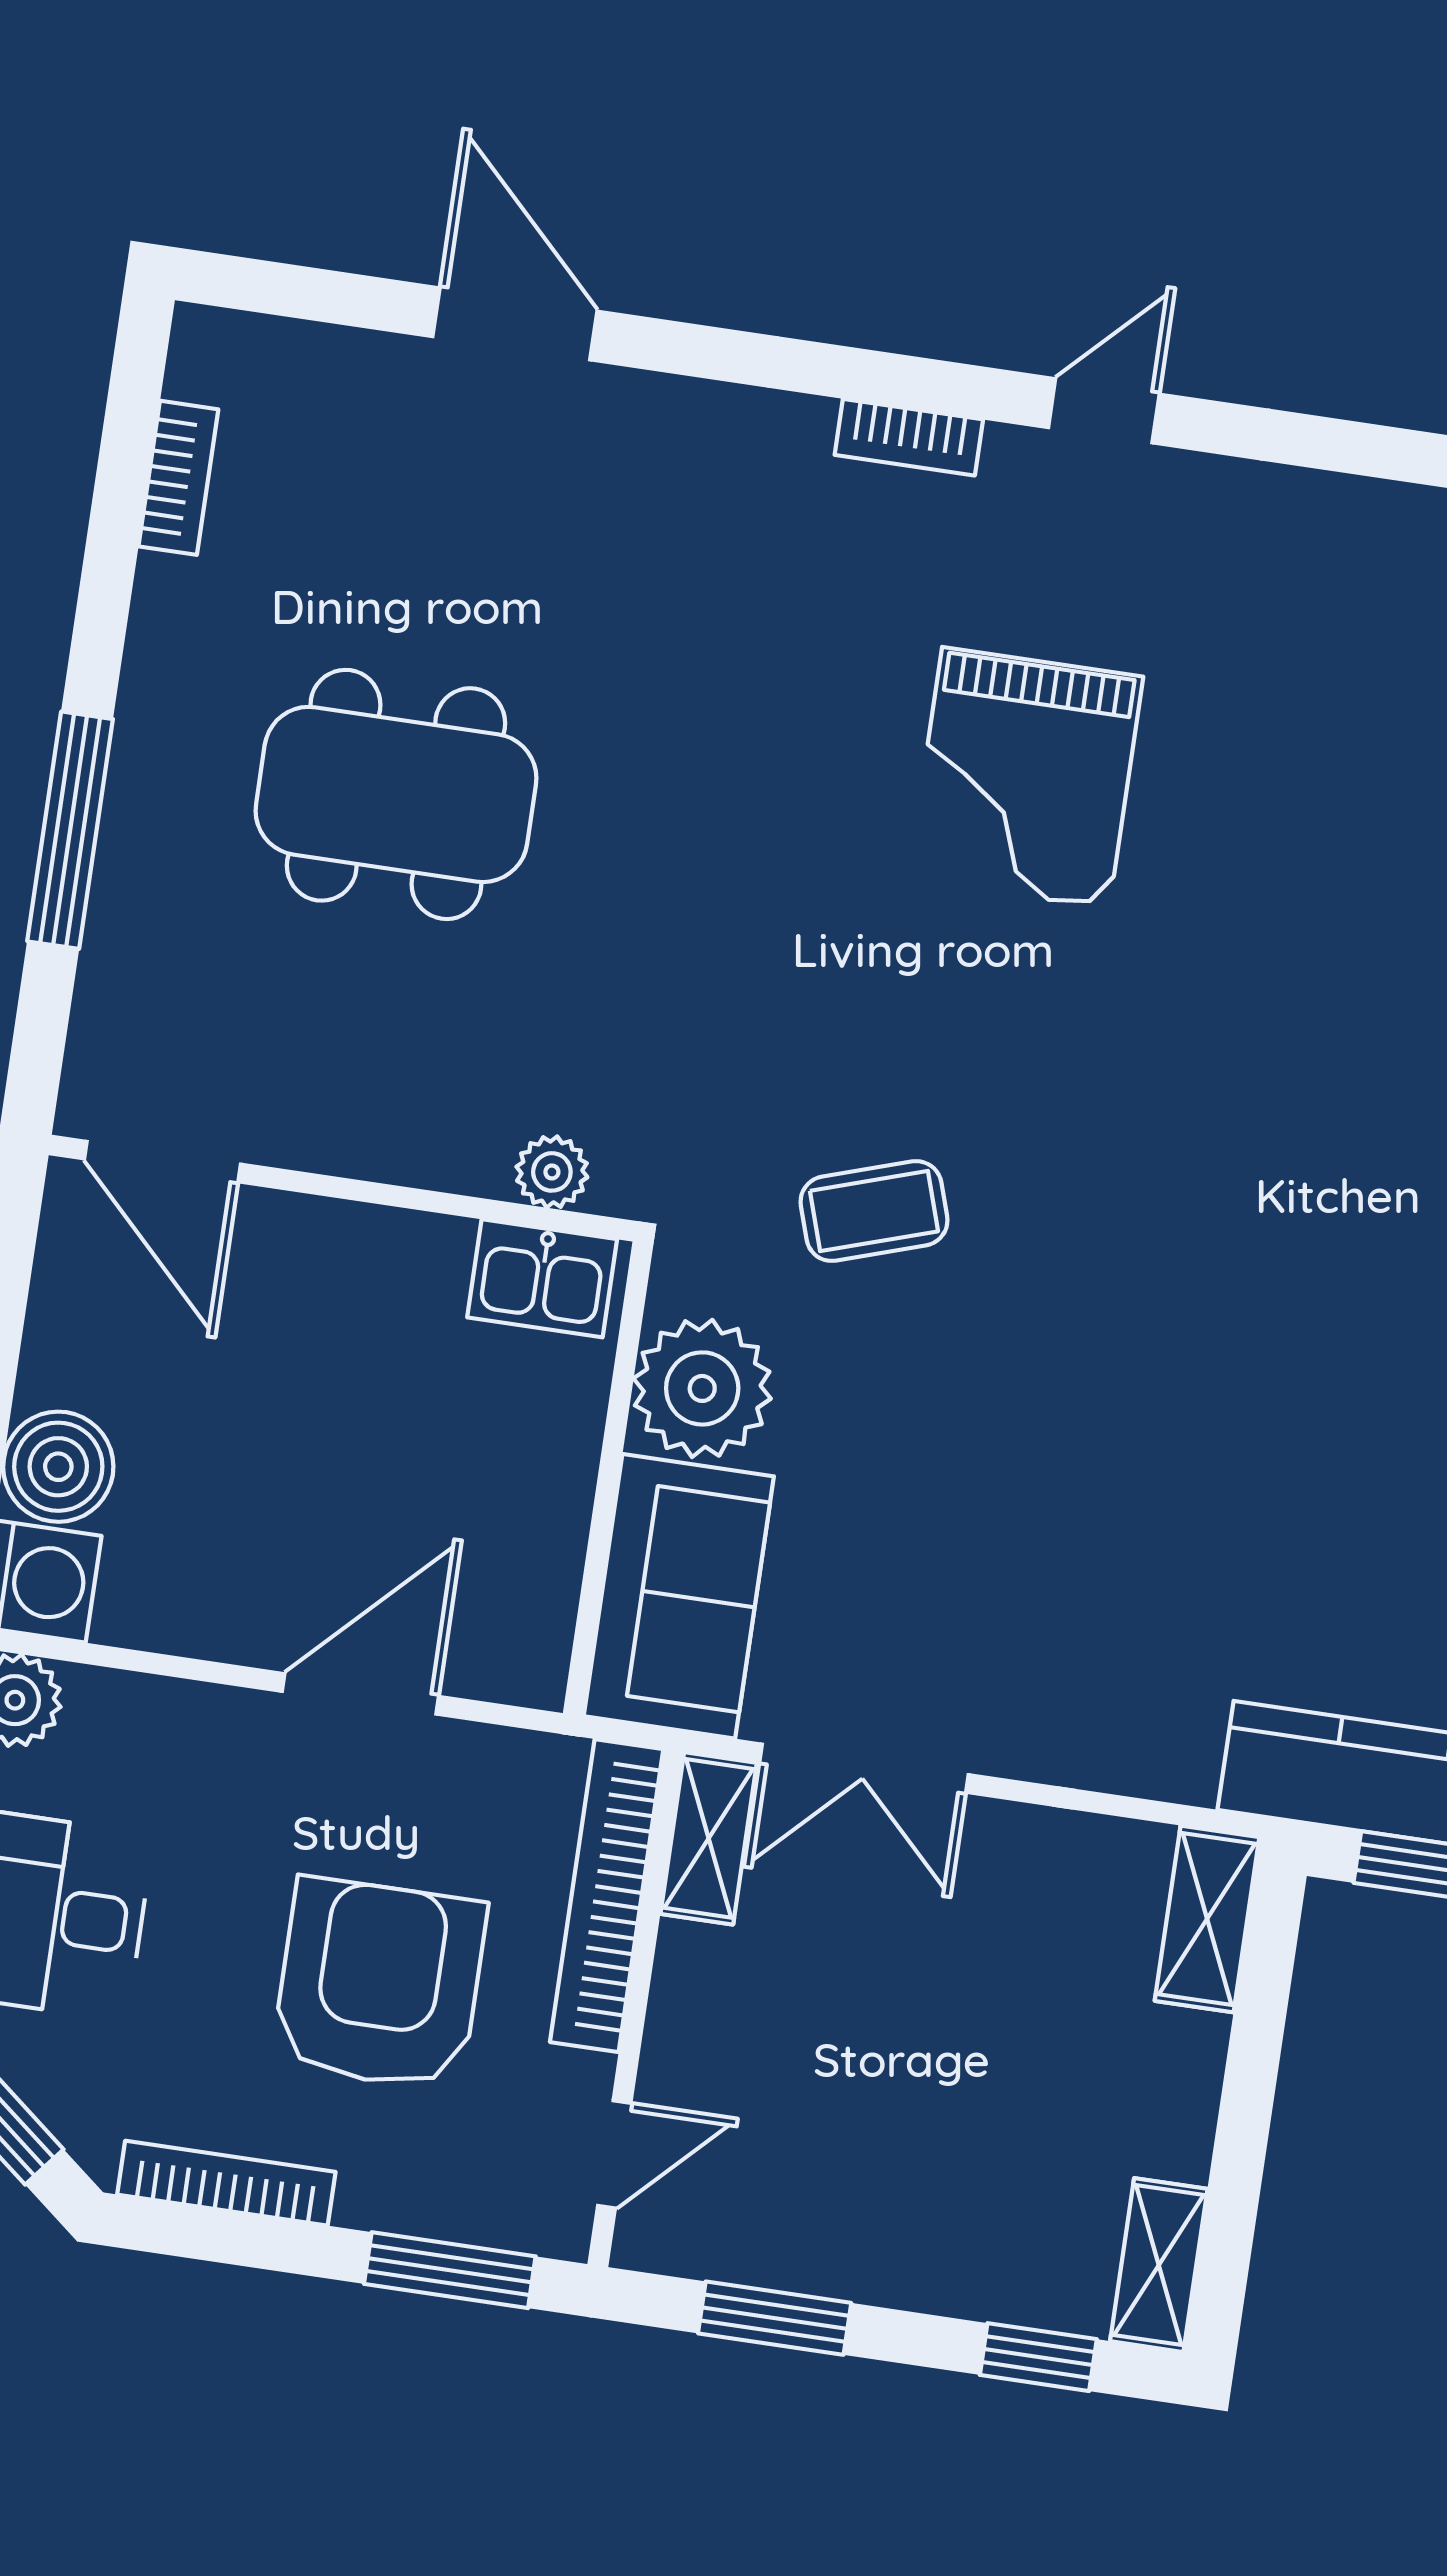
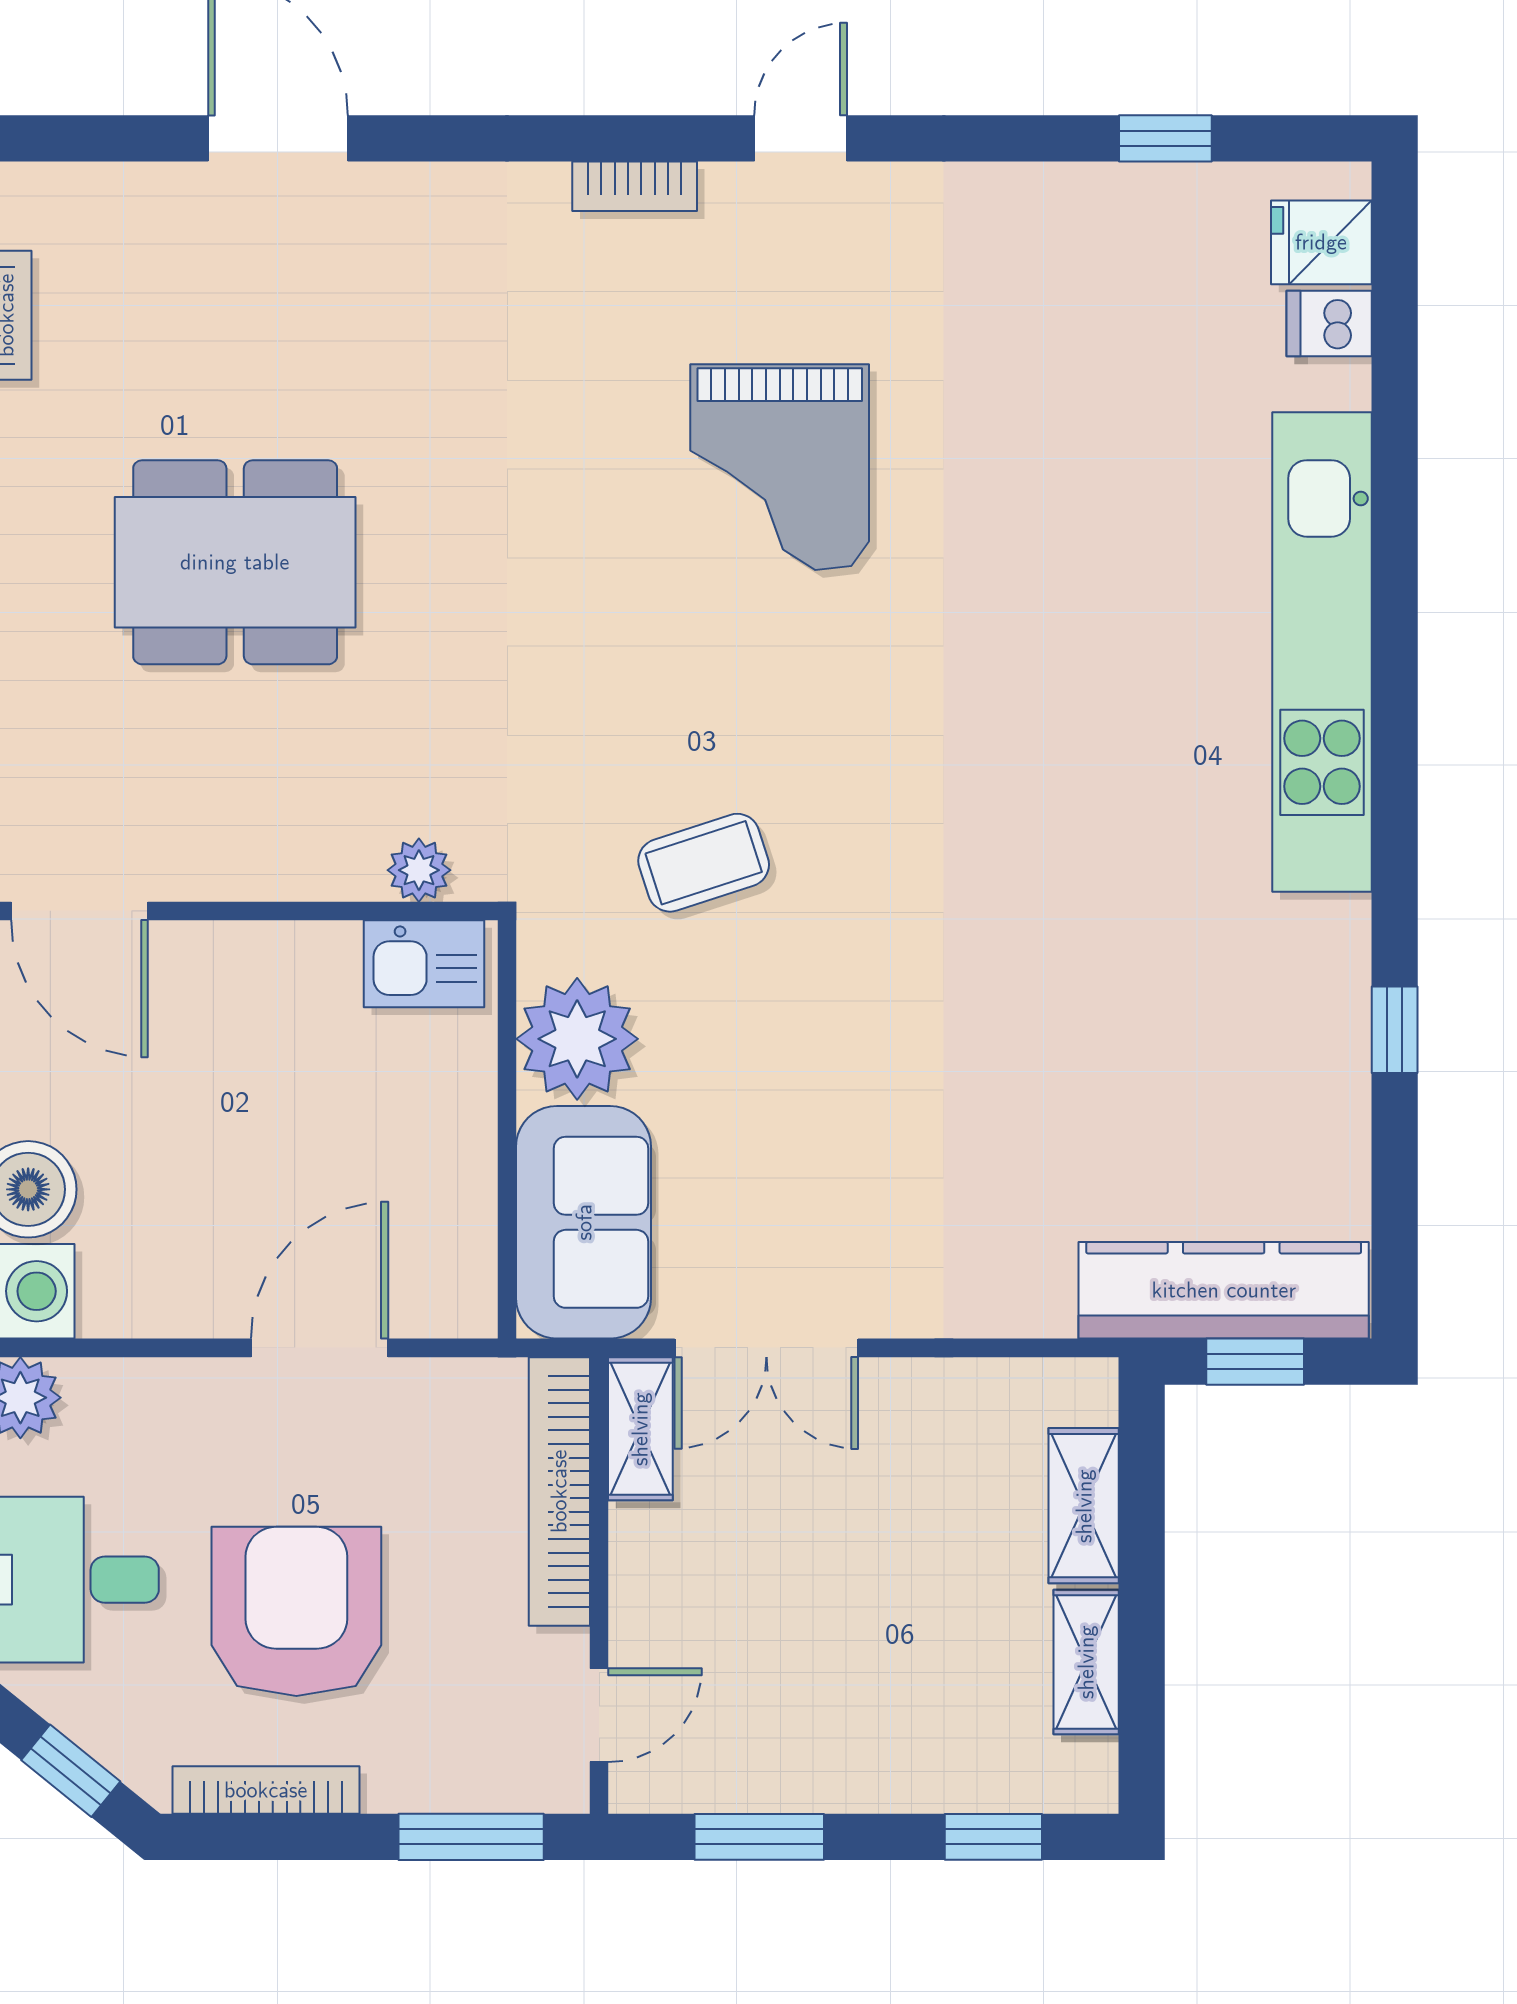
shelving: (1207, 1919) -> (1084, 1506), moved
armchair: (379, 1984) -> (296, 1611), moved
shelving: (1159, 2265) -> (1086, 1662), moved

